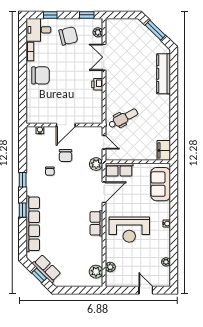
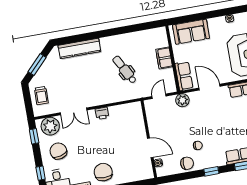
trolley: (125, 29) -> (41, 96), added
plant: (98, 32) -> (50, 126), width x1.88, depth x1.88
dental chair: (123, 118) -> (125, 70), moved
door: (66, 125) -> (150, 148), moved
filing cabinet: (164, 150) -> (164, 58), moved, turned 90
chair: (66, 156) -> (187, 163), moved

